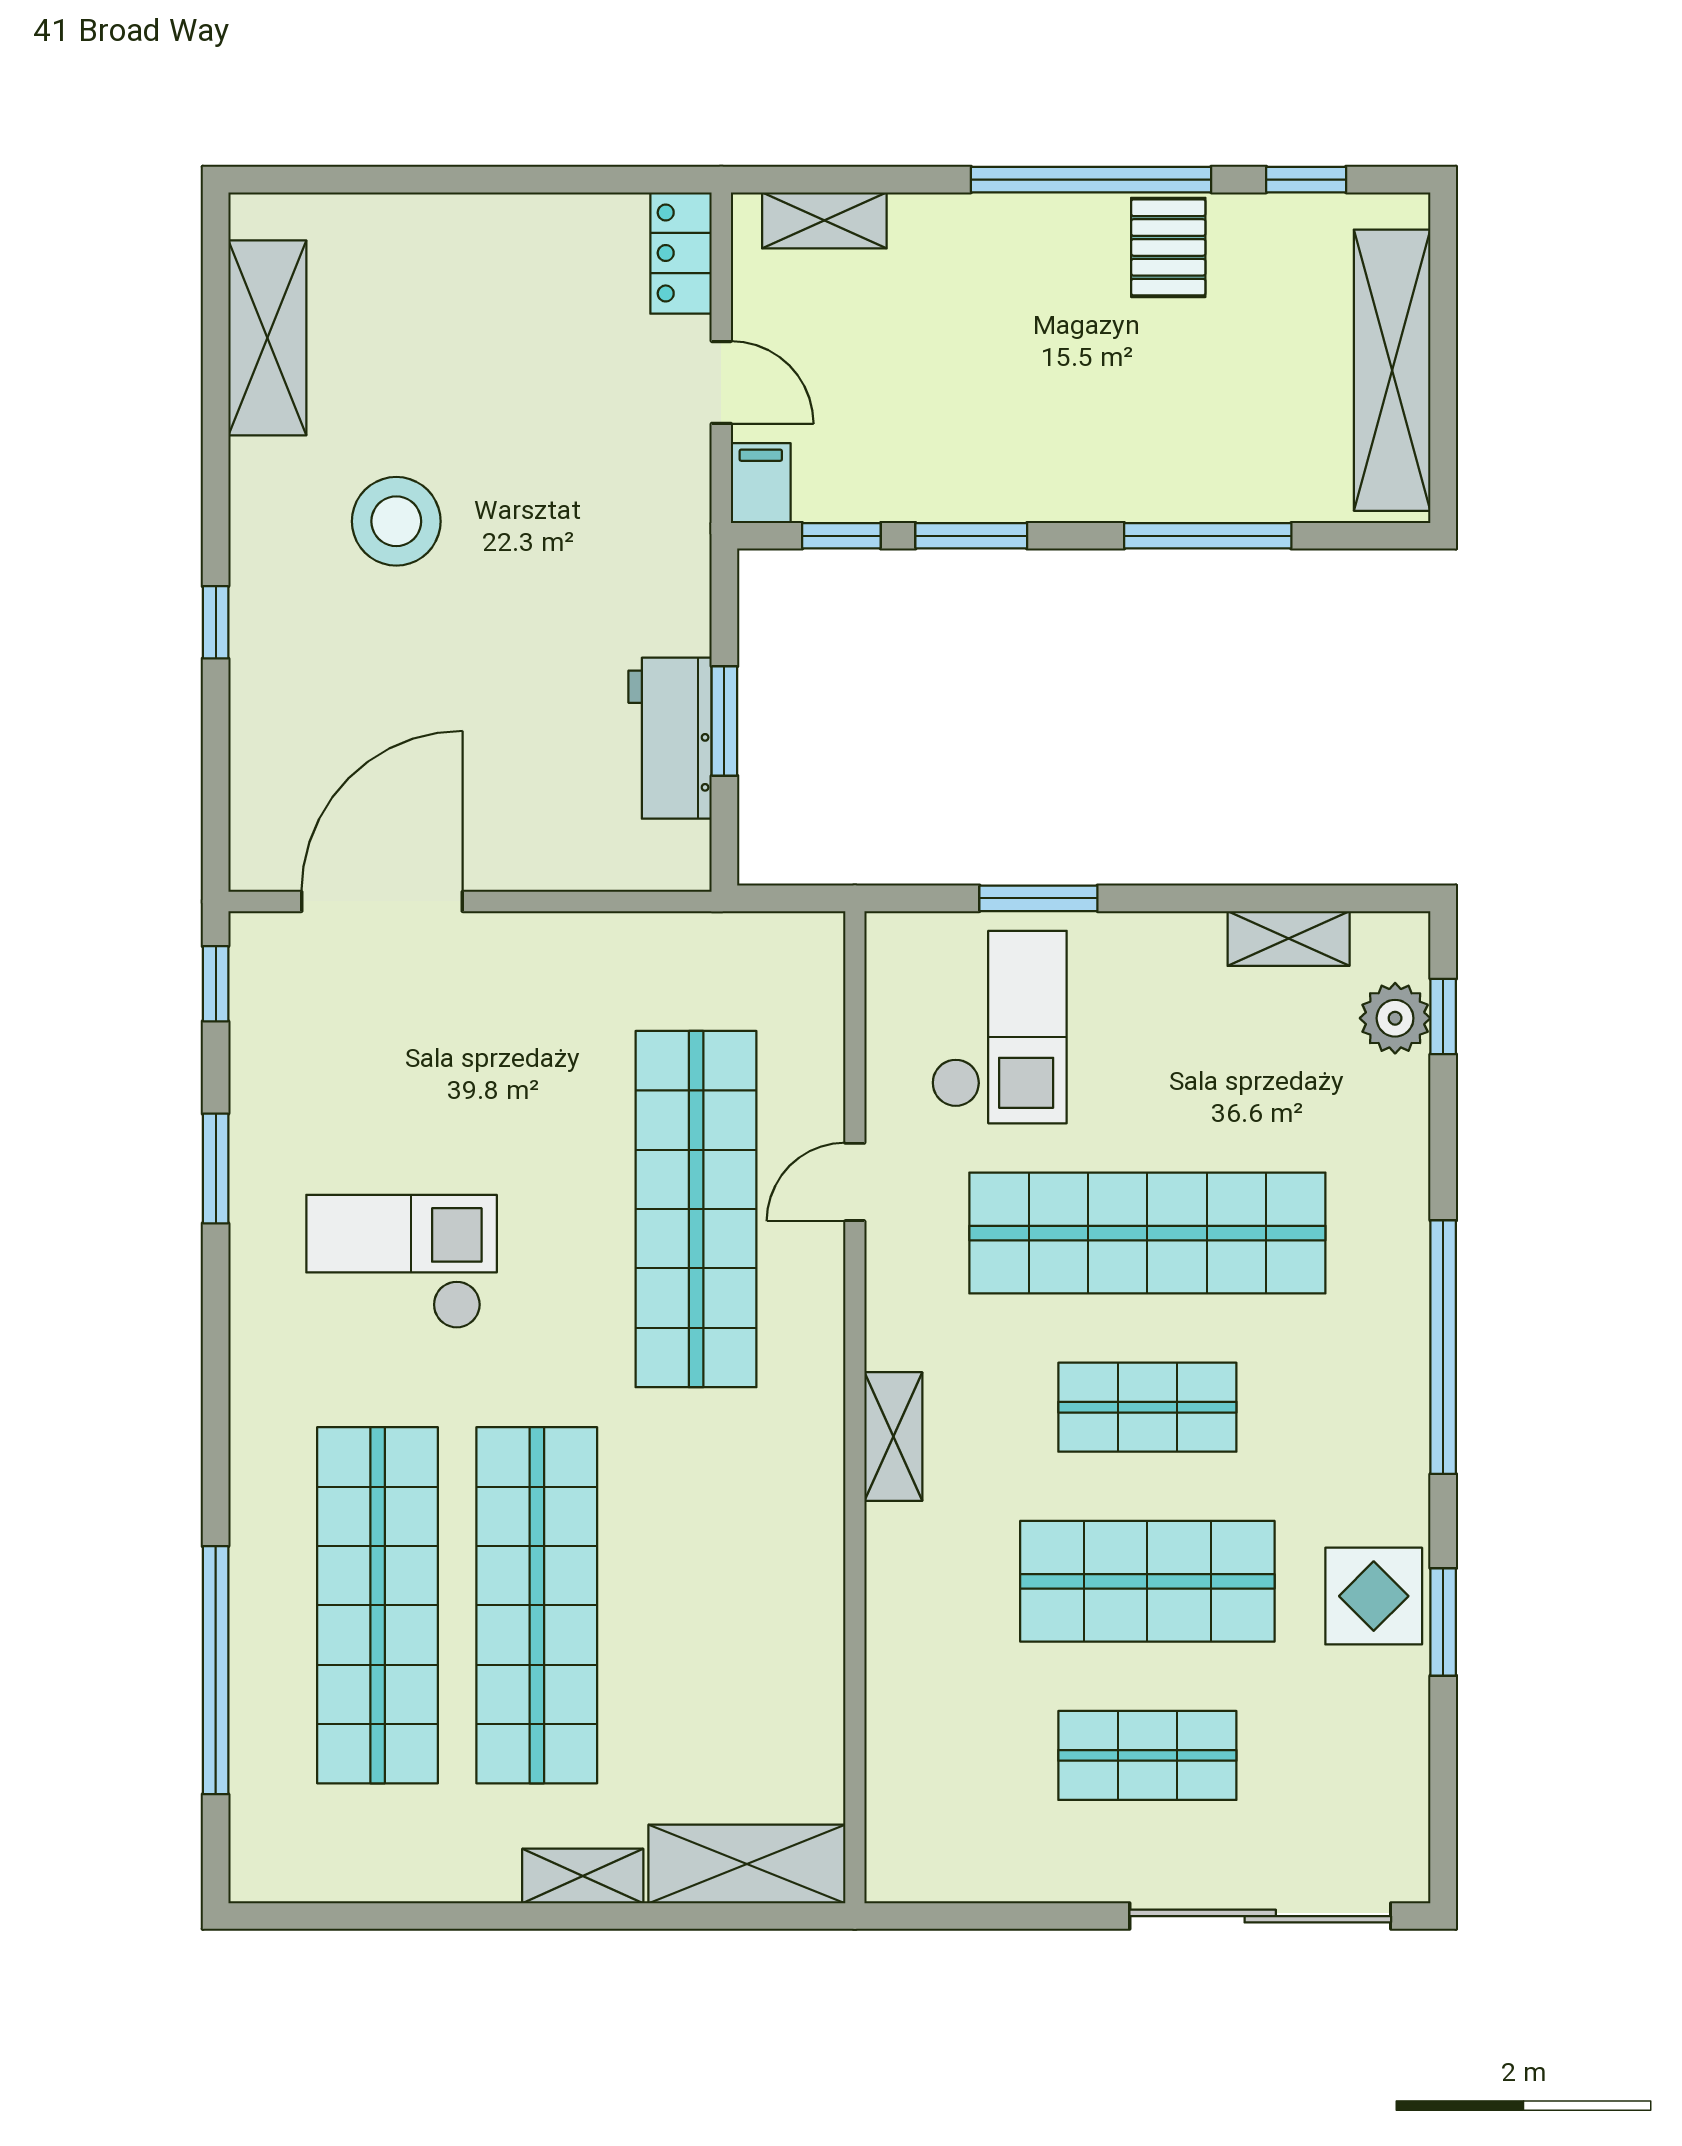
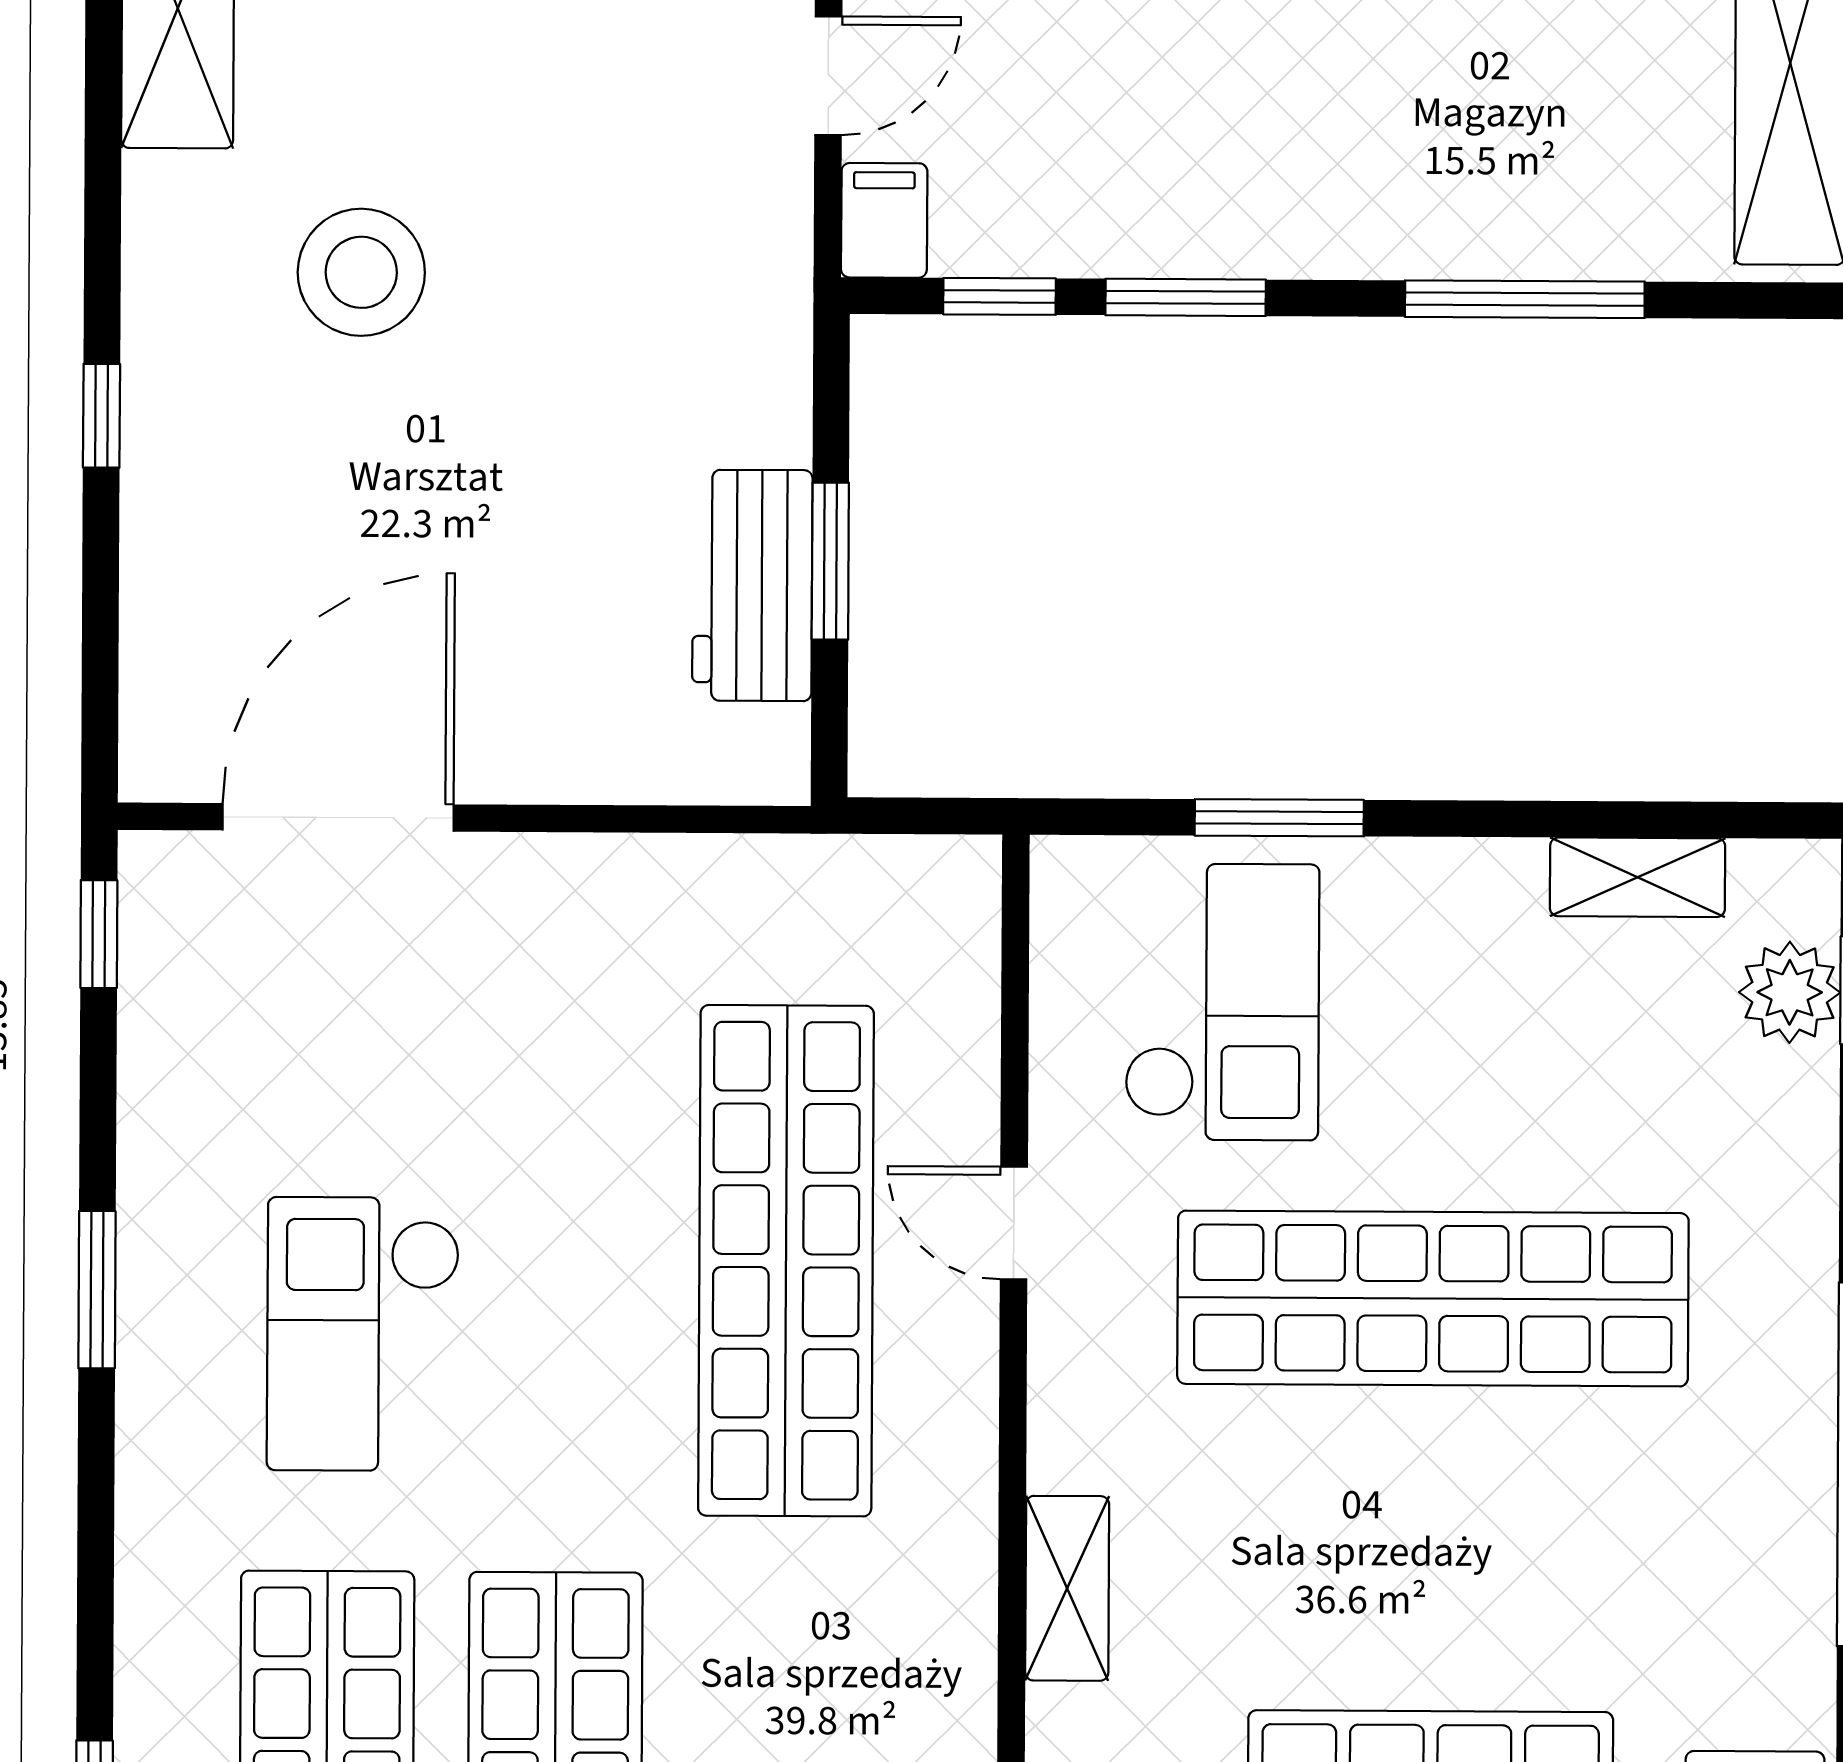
door: (721, 382) -> (828, 76), hinge flipped
window: (216, 1168) -> (97, 1290), moved
door: (855, 1182) -> (1014, 1223), hinge flipped
checkout: (402, 1262) -> (363, 1334), turned -90
shop shelf: (1147, 1407) -> (1432, 1548), removed

